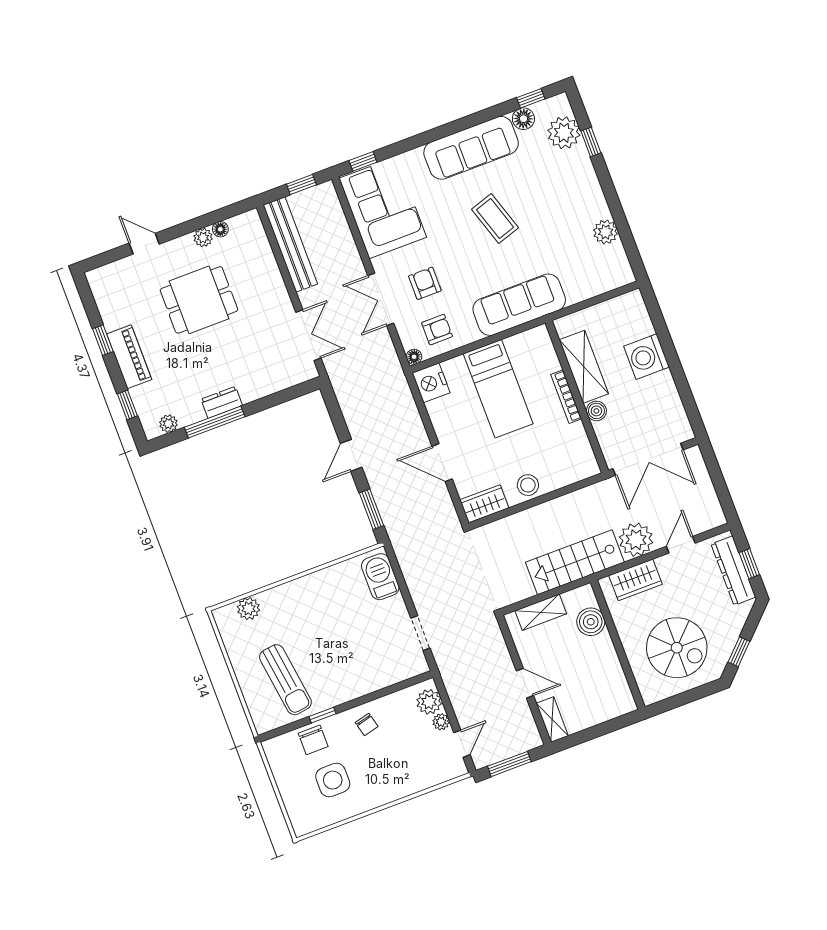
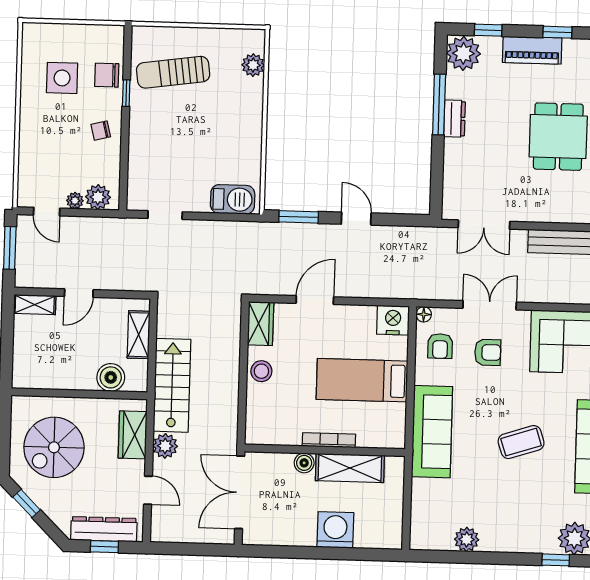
plant: (168, 424) -> (463, 53), width x1.87, depth x1.87
plant: (636, 540) -> (165, 446), width x0.73, depth x0.73

